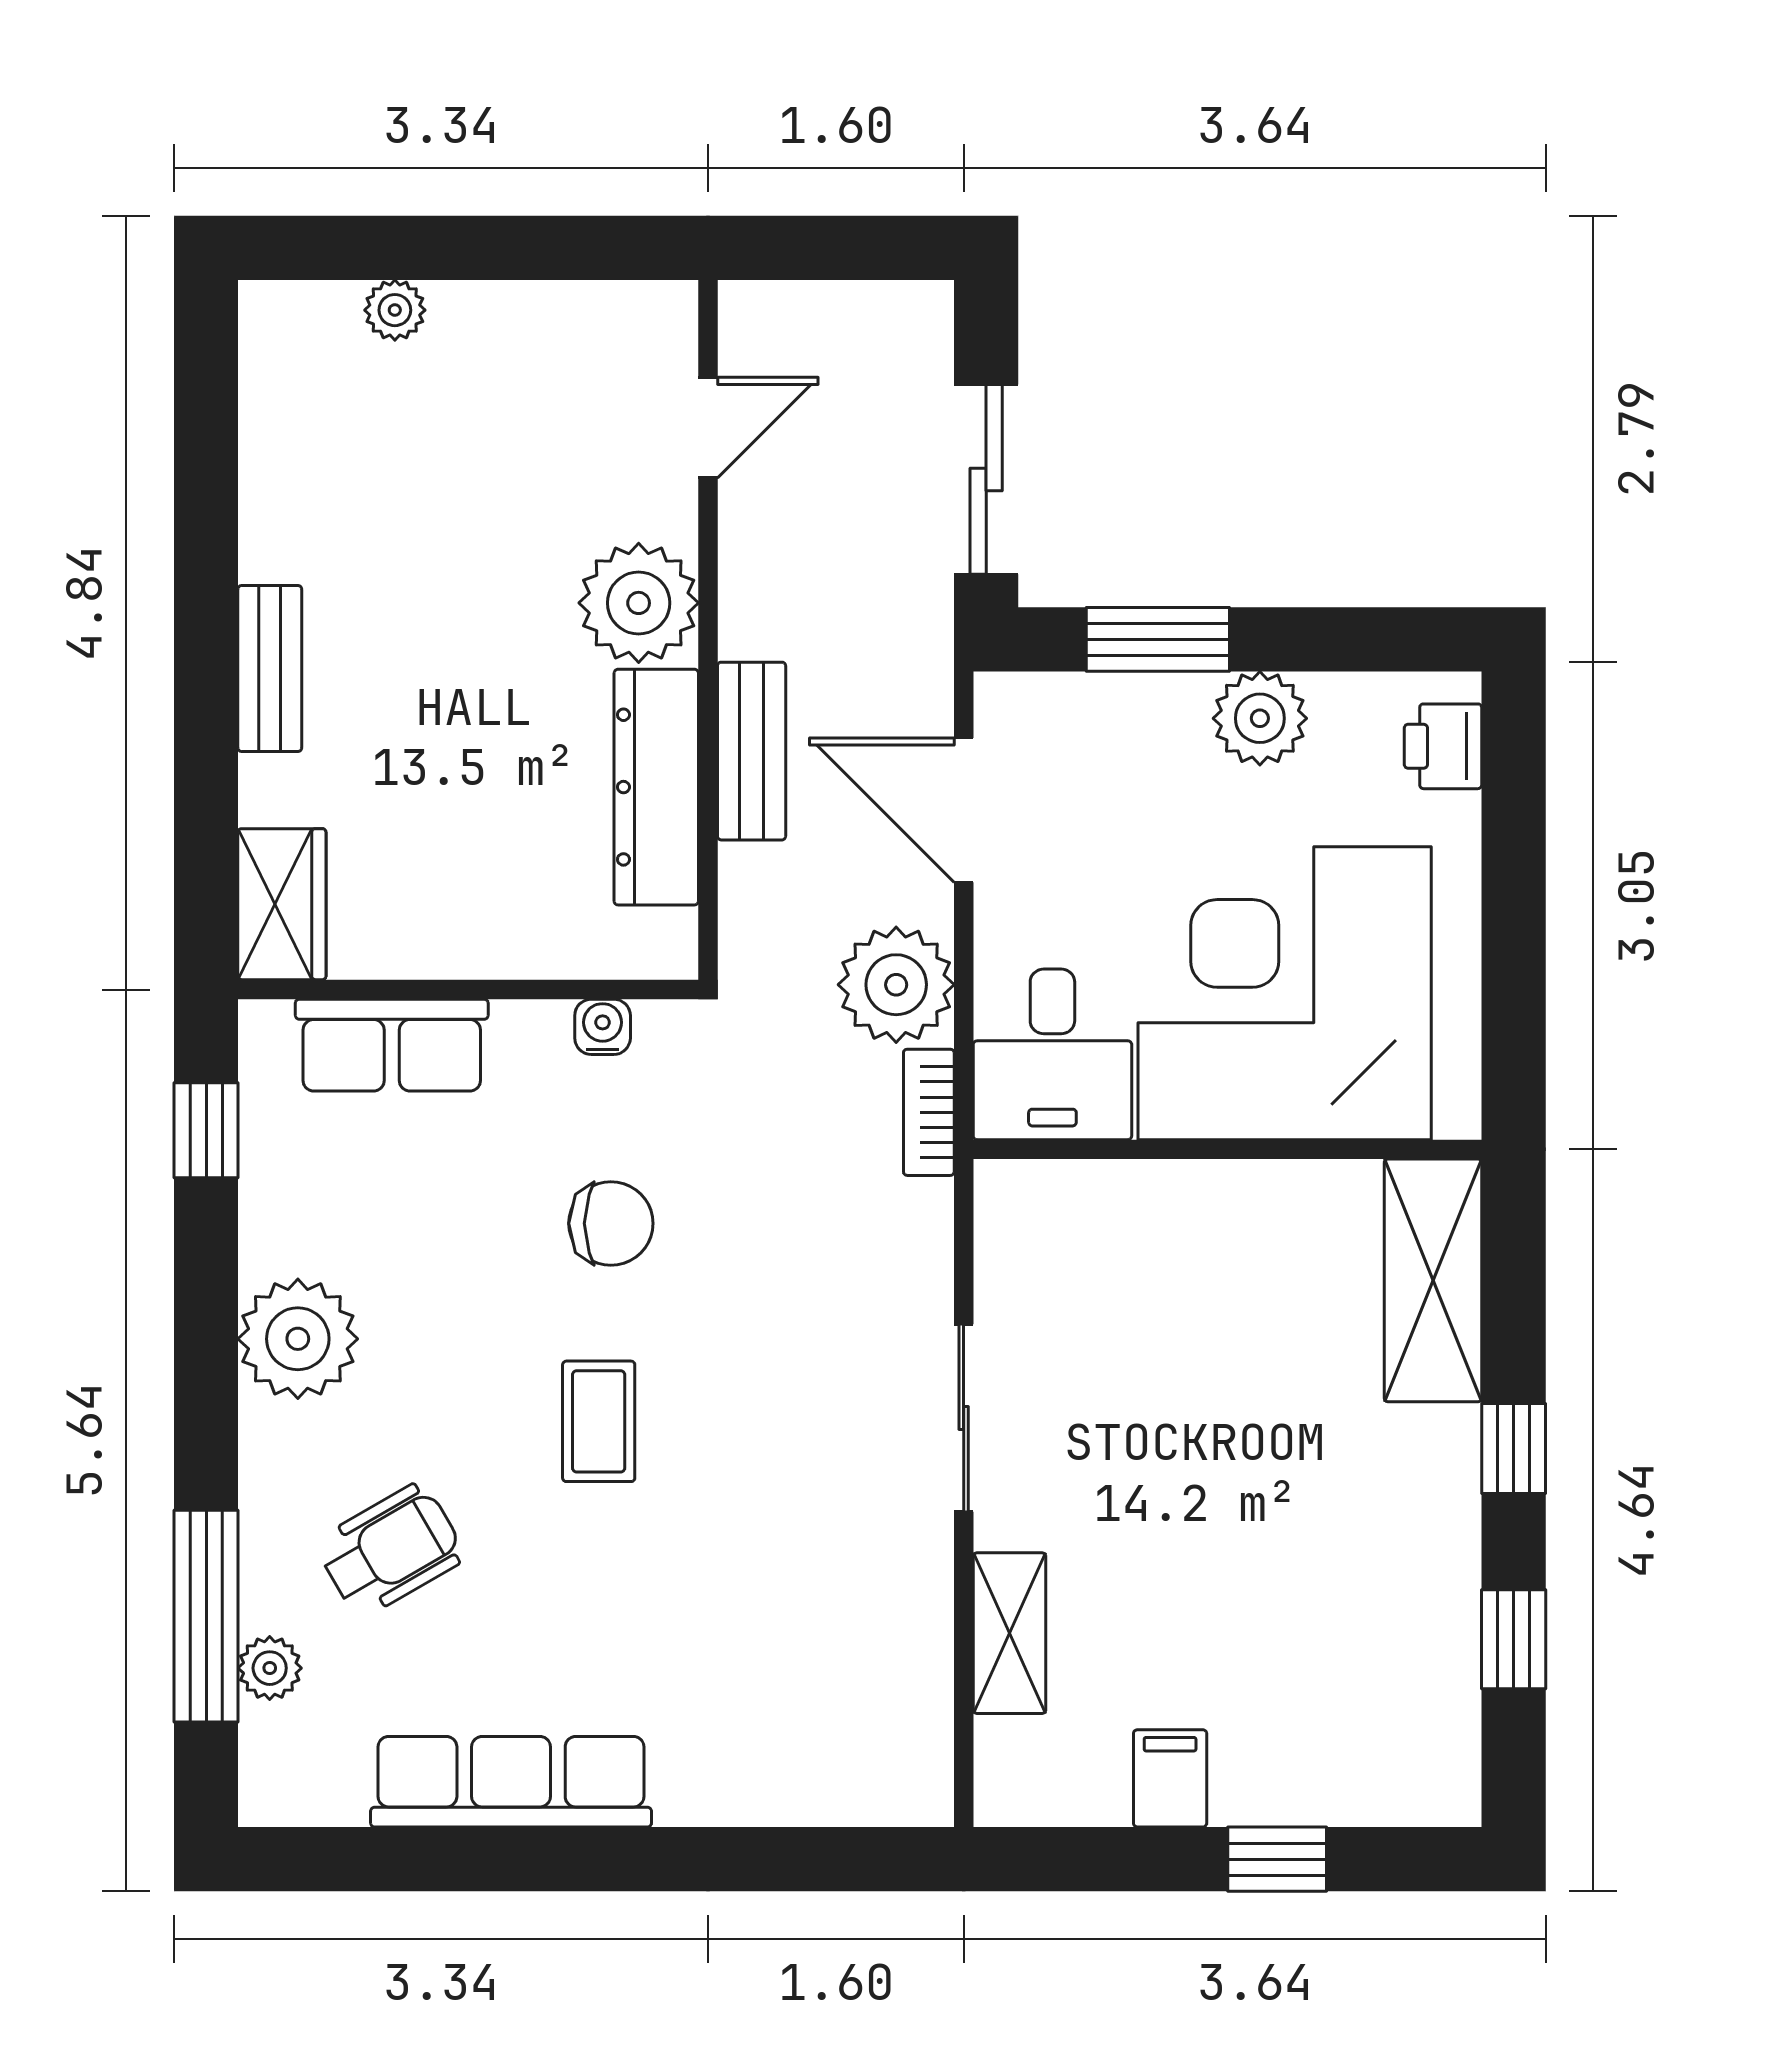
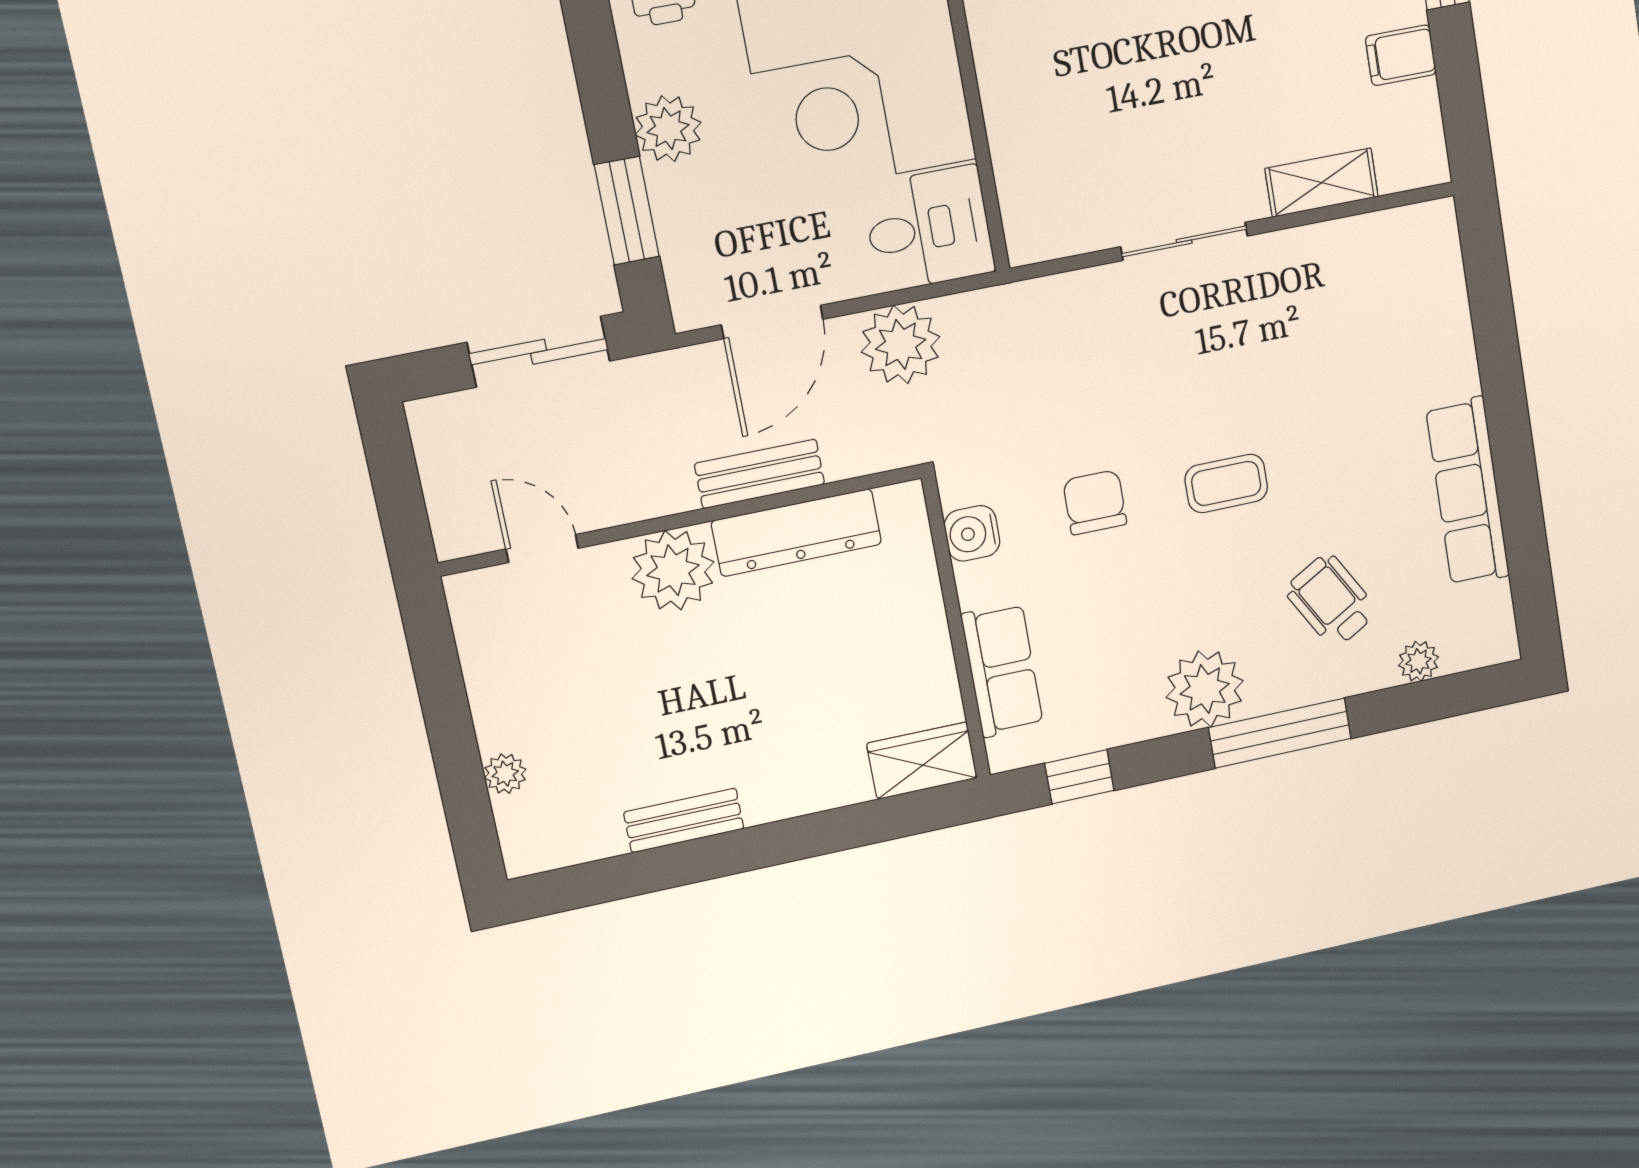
bench: (270, 669) -> (684, 820), moved
water cooler: (603, 1027) -> (972, 533), width x1.38, depth x1.38
bookcase: (929, 1112) -> (983, 305), removed
window: (206, 1616) -> (1280, 733), moved

